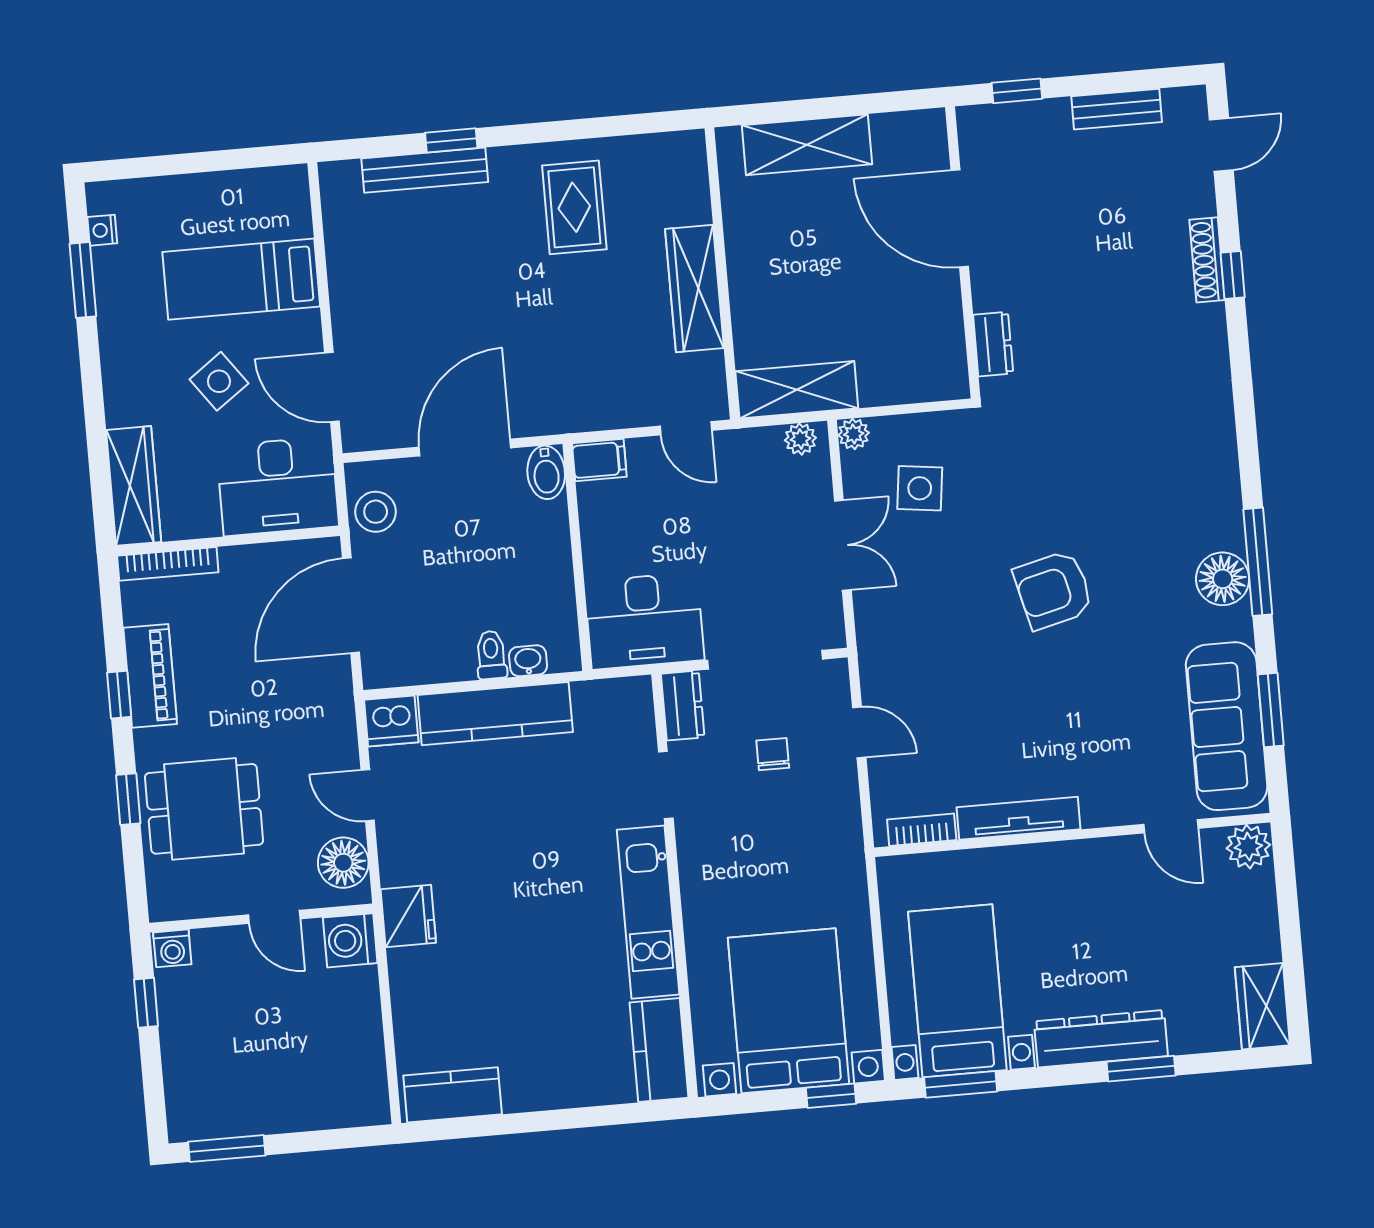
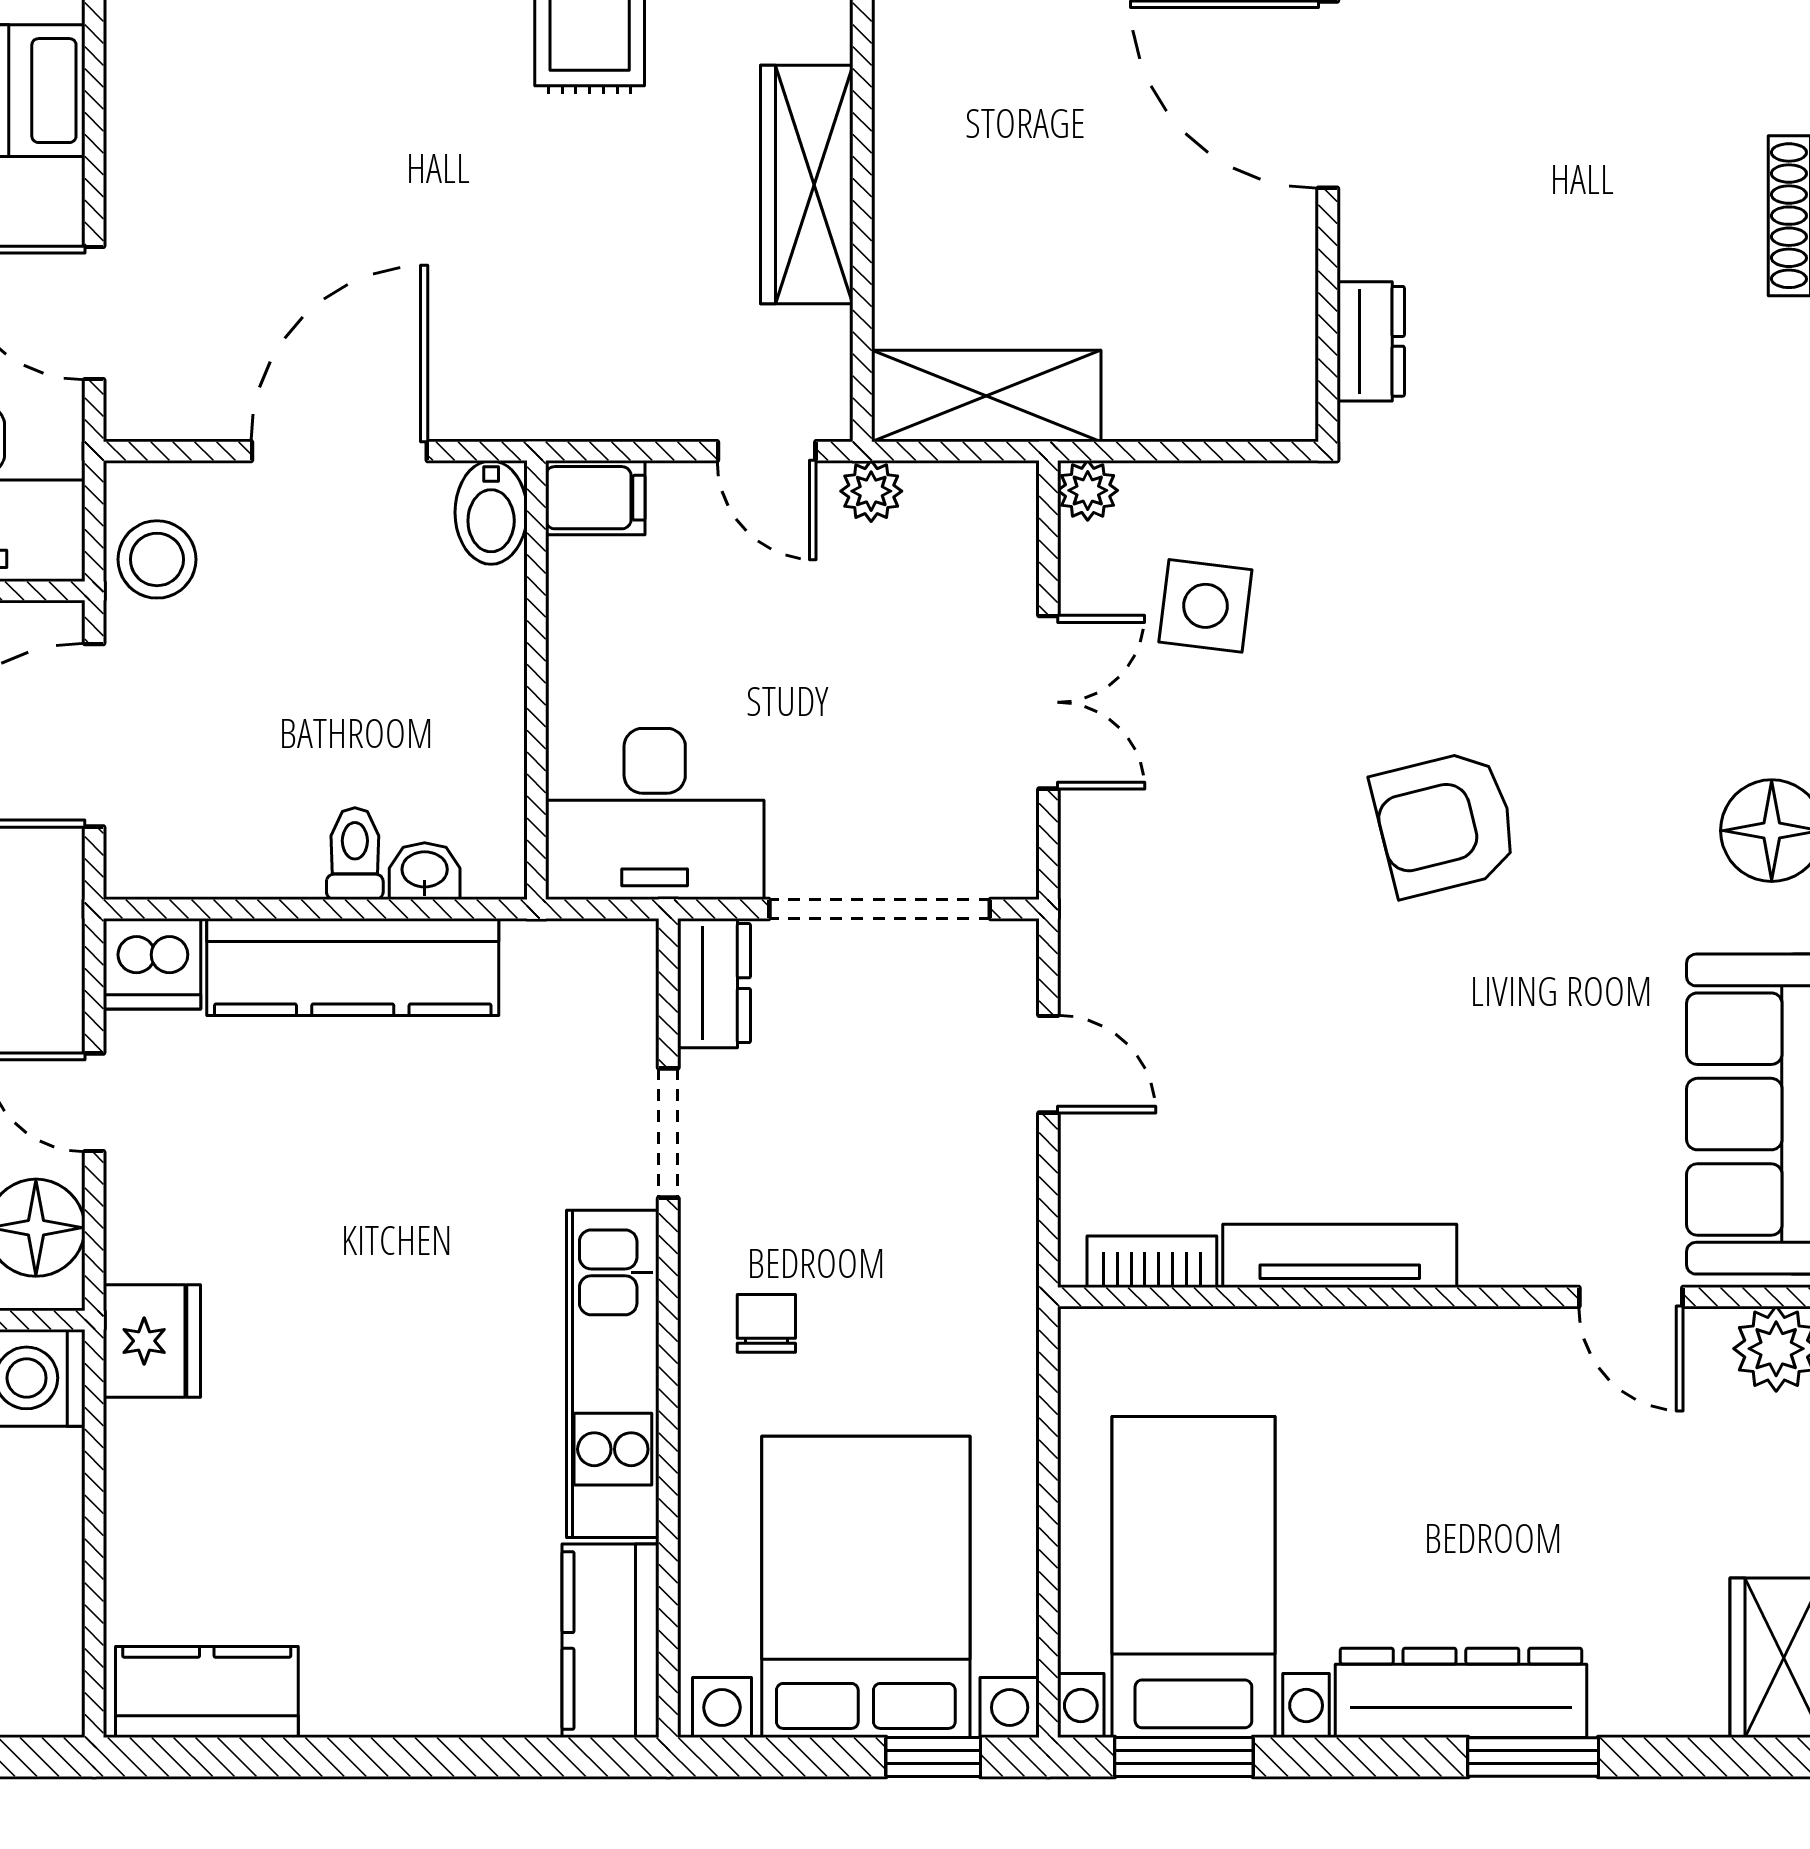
plant: (800, 439) -> (871, 491), moved
chair: (773, 754) -> (766, 1323), moved

